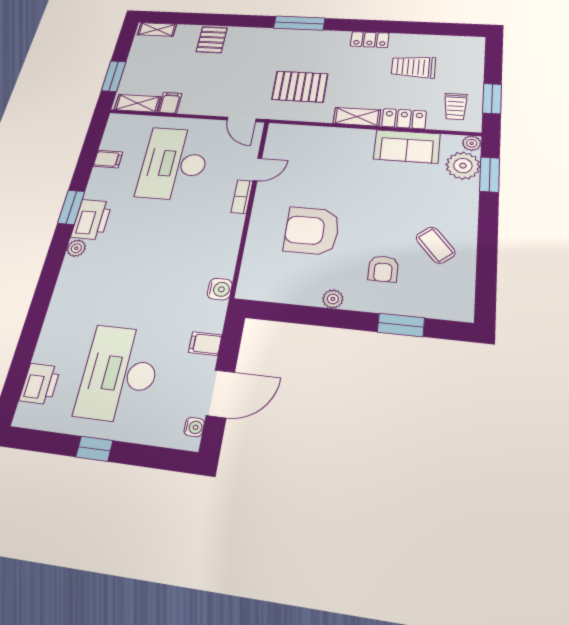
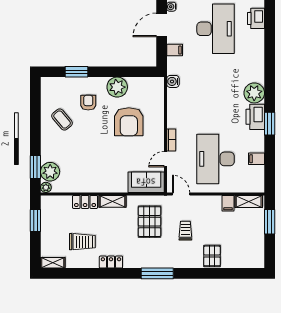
shelving: (157, 29) -> (53, 263), moved
pallet: (300, 87) -> (150, 222), turned 90
trolley: (455, 106) -> (185, 231), moved
sofa: (407, 146) -> (146, 182), moved
desk: (174, 164) -> (216, 159), turned 180
armchair: (312, 231) -> (129, 122), turned 90
plant: (76, 248) -> (254, 93), width x1.87, depth x1.87
plant: (333, 299) -> (117, 87), width x1.87, depth x1.87

